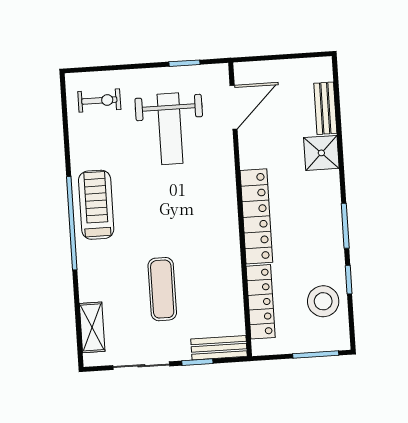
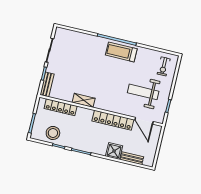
treadmill: (96, 205) -> (121, 52), turned 180
locker: (256, 216) -> (113, 120), moved
exercise mat: (162, 289) -> (78, 68), removed
shelving: (92, 327) -> (84, 100), moved

